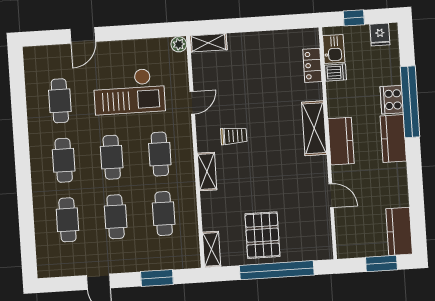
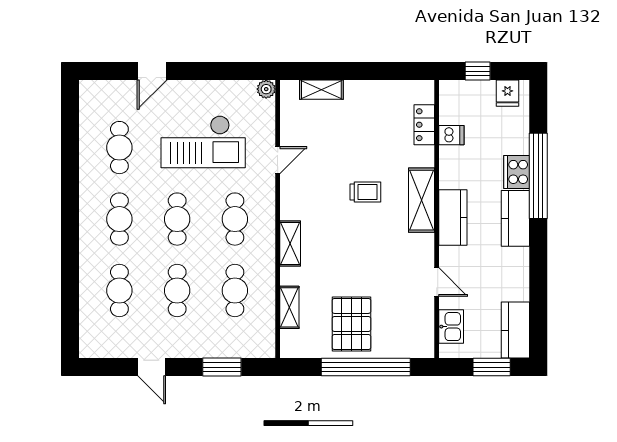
shelving: (208, 43) -> (321, 90), moved
kitchen sink: (334, 49) -> (451, 327), moved
trolley: (234, 136) -> (365, 192), moved
shelving: (212, 249) -> (289, 307), moved

